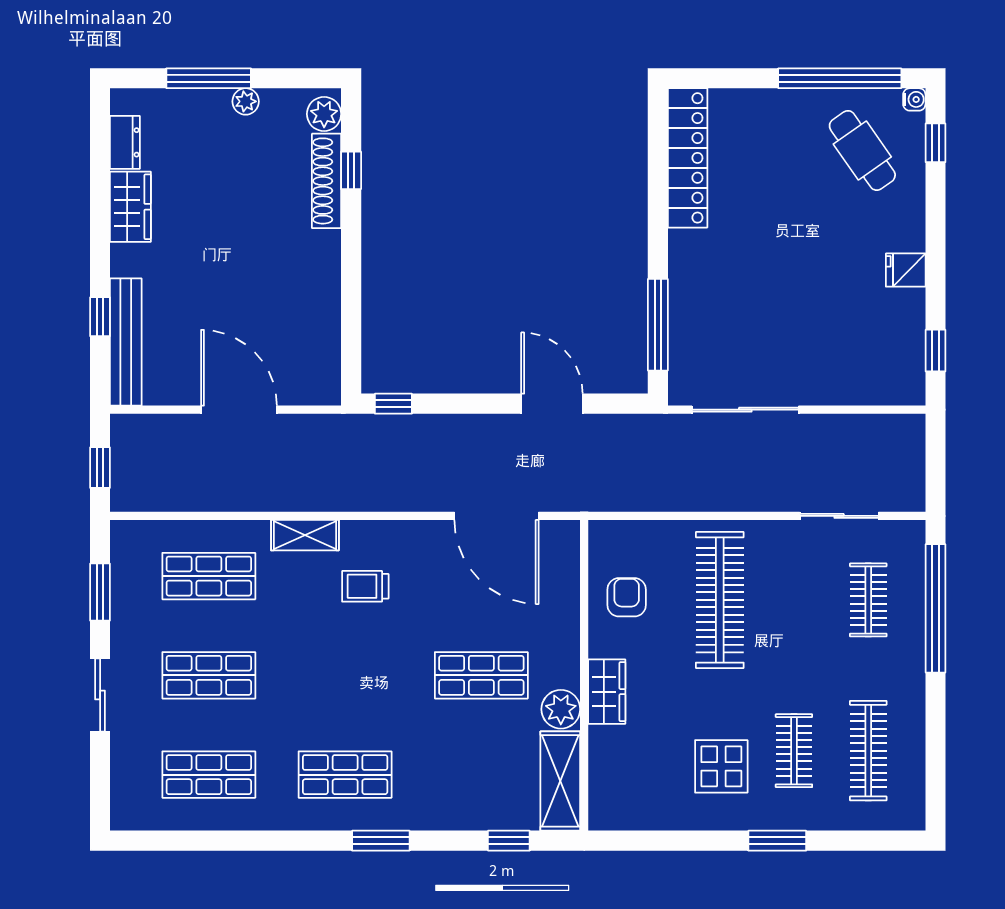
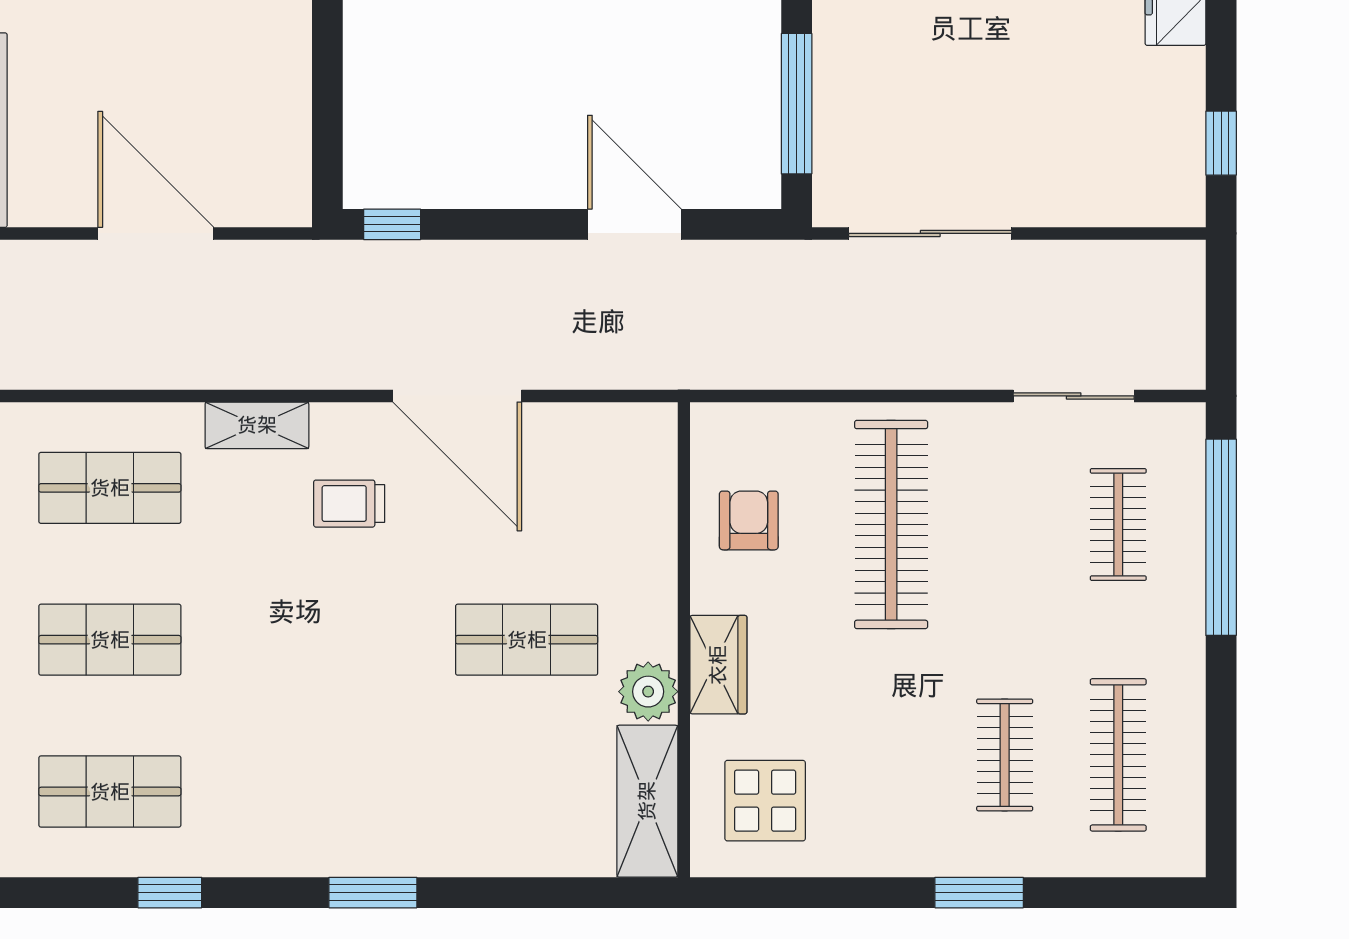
door: (497, 516) -> (457, 396), moved
display table: (721, 766) -> (765, 801), moved
shop shelf: (345, 775) -> (318, 792), removed
window: (509, 841) -> (170, 893), moved

